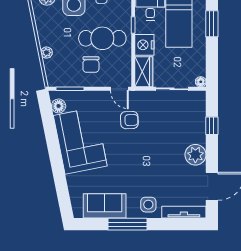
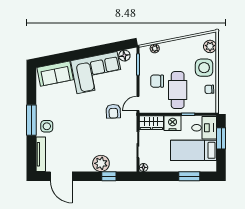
plant: (47, 53) -> (155, 48), moved
plant: (195, 155) -> (101, 163), moved
sofa: (105, 206) -> (55, 74), moved, turned 79
window: (127, 224) -> (31, 120), moved

